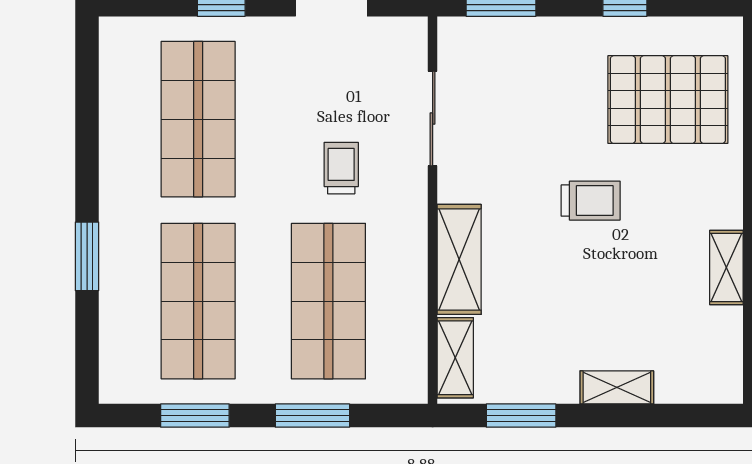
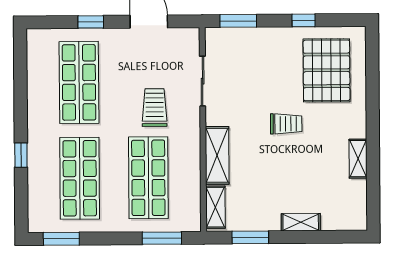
pallet: (668, 100) -> (327, 70), turned 90
trolley: (341, 168) -> (155, 108), width x1.36, depth x1.39
window: (87, 256) -> (21, 155), width x0.67
window: (195, 416) -> (61, 239), moved
window: (312, 416) -> (162, 238), moved

